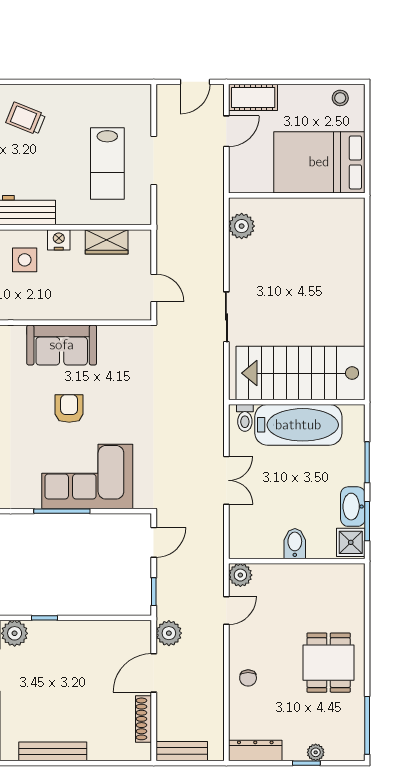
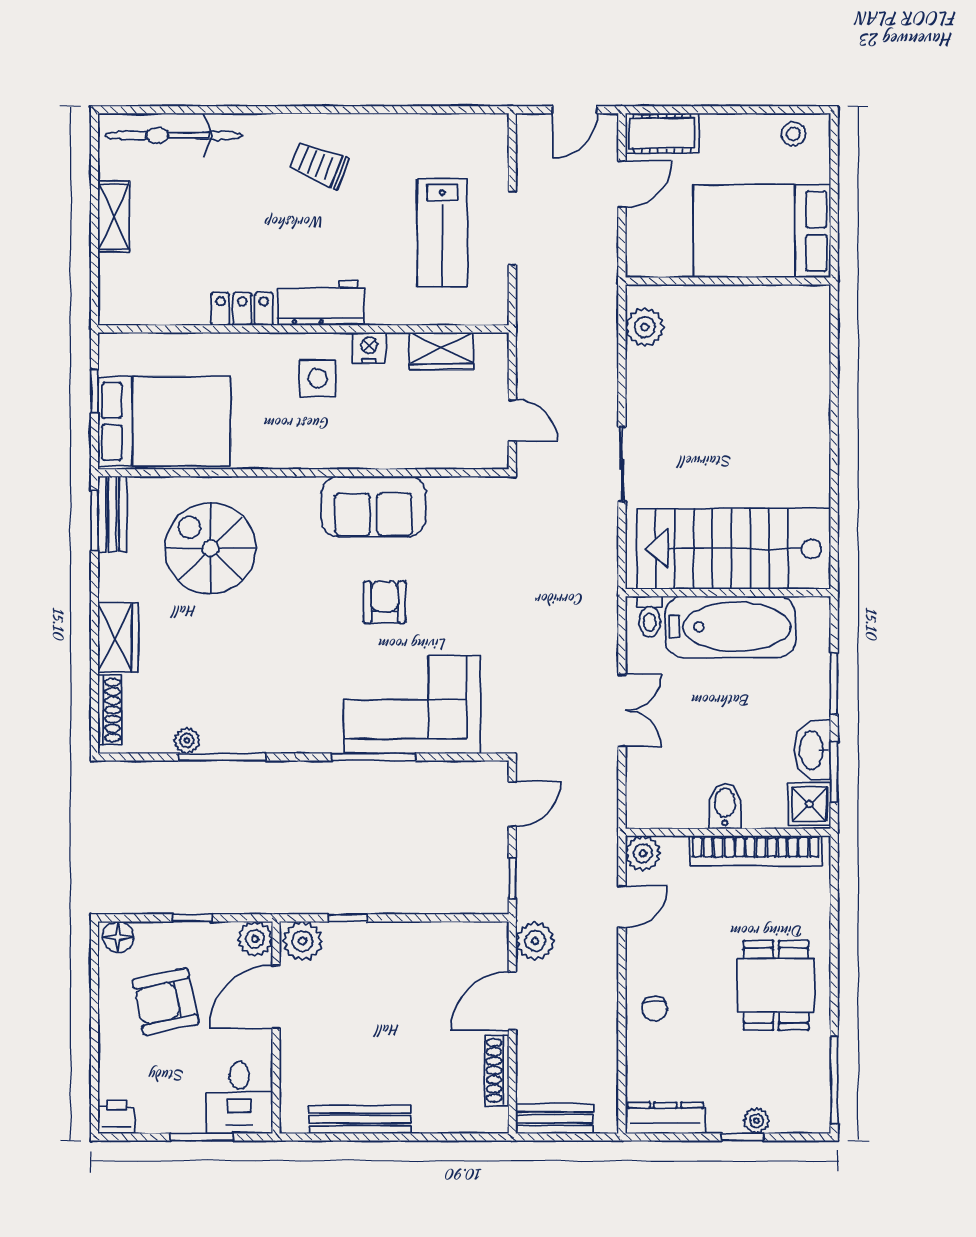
bookcase: (315, 573) -> (756, 851), added

